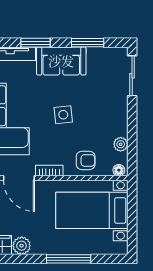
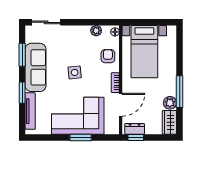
sofa: (61, 61) -> (36, 67), width x1.36
window: (69, 259) -> (180, 92), moved

